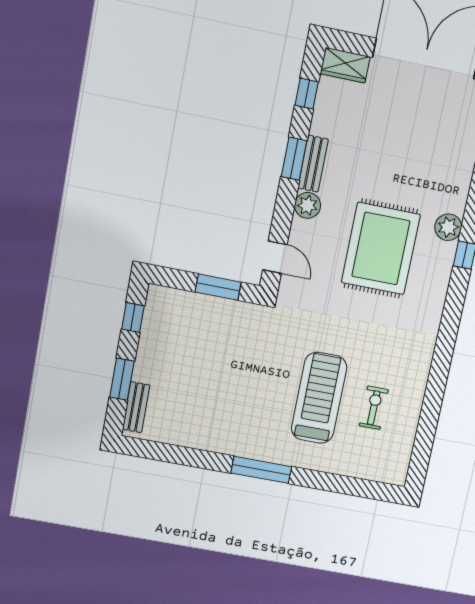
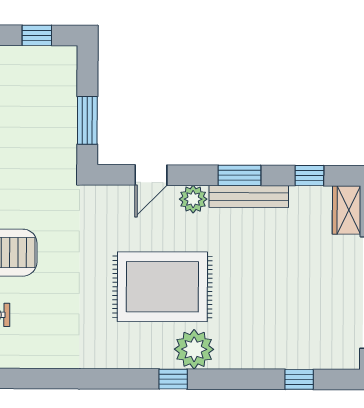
bench: (313, 164) -> (249, 196), width x1.36
plant: (448, 227) -> (194, 349), width x1.36, depth x1.36
door: (275, 257) -> (151, 175), moved

